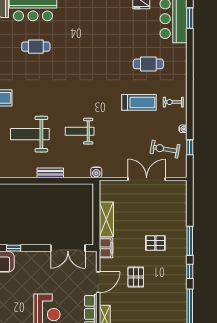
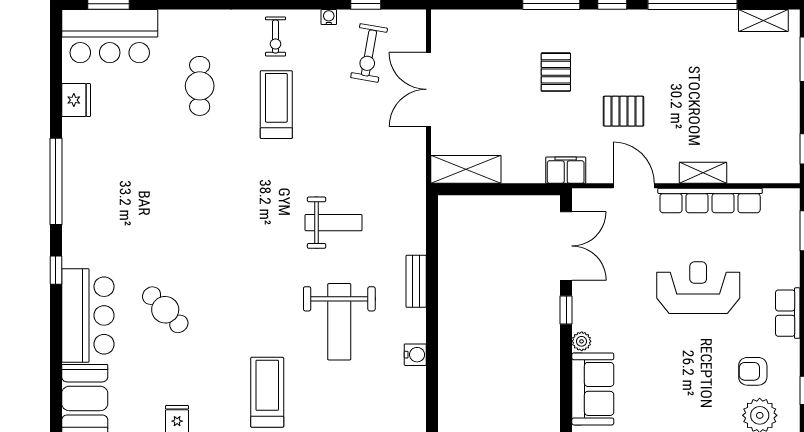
cafe table: (36, 47) -> (165, 310), turned -44
weight bench: (80, 131) -> (334, 223), turned -90
water cooler: (96, 172) -> (415, 355), moved
shelving: (106, 219) -> (466, 169), moved
window: (14, 248) -> (566, 310), moved
plant: (20, 256) -> (582, 341), added

